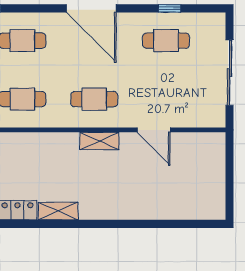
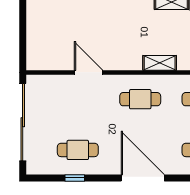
sliding door: (230, 73) -> (23, 122), width x1.36
shelving: (99, 141) -> (160, 63), moved

